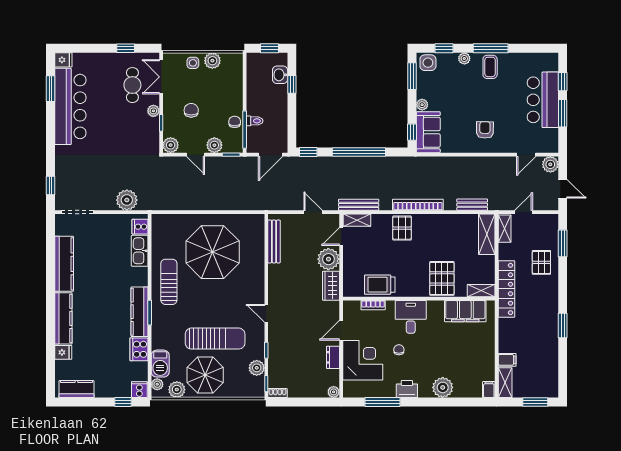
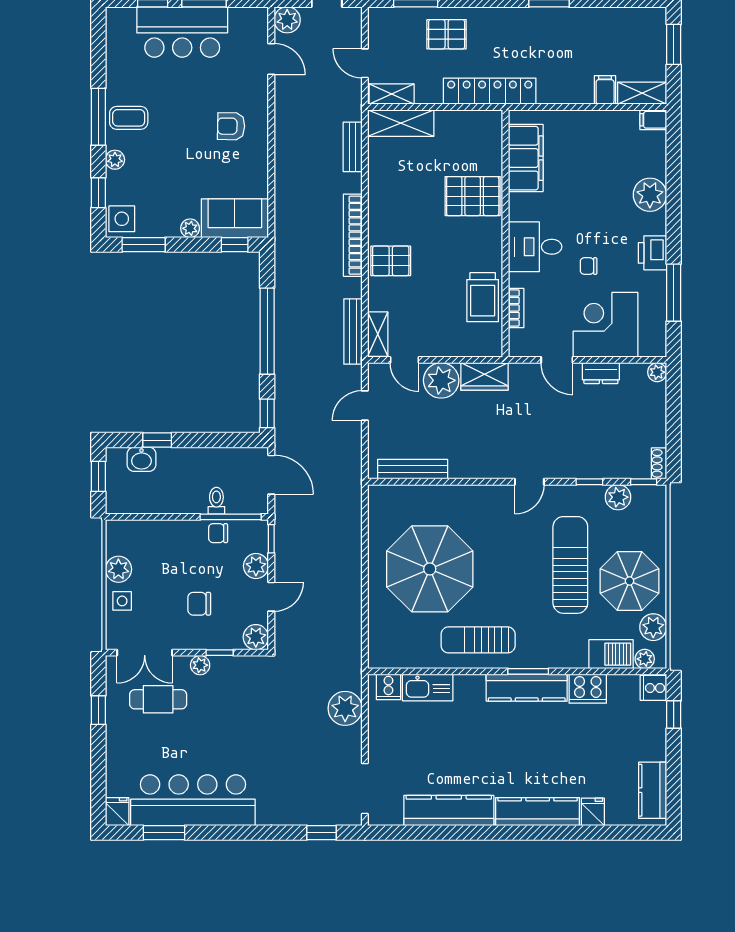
shelving: (481, 291) -> (493, 132), removed

